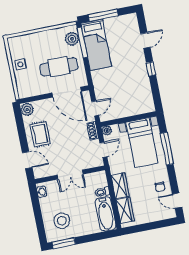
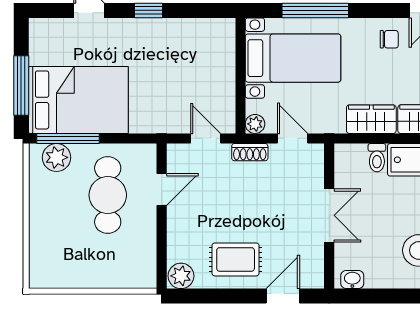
bed: (96, 45) -> (78, 100), width x1.50
side table: (20, 64) -> (88, 271), removed
door: (67, 92) -> (162, 189), width x0.53

